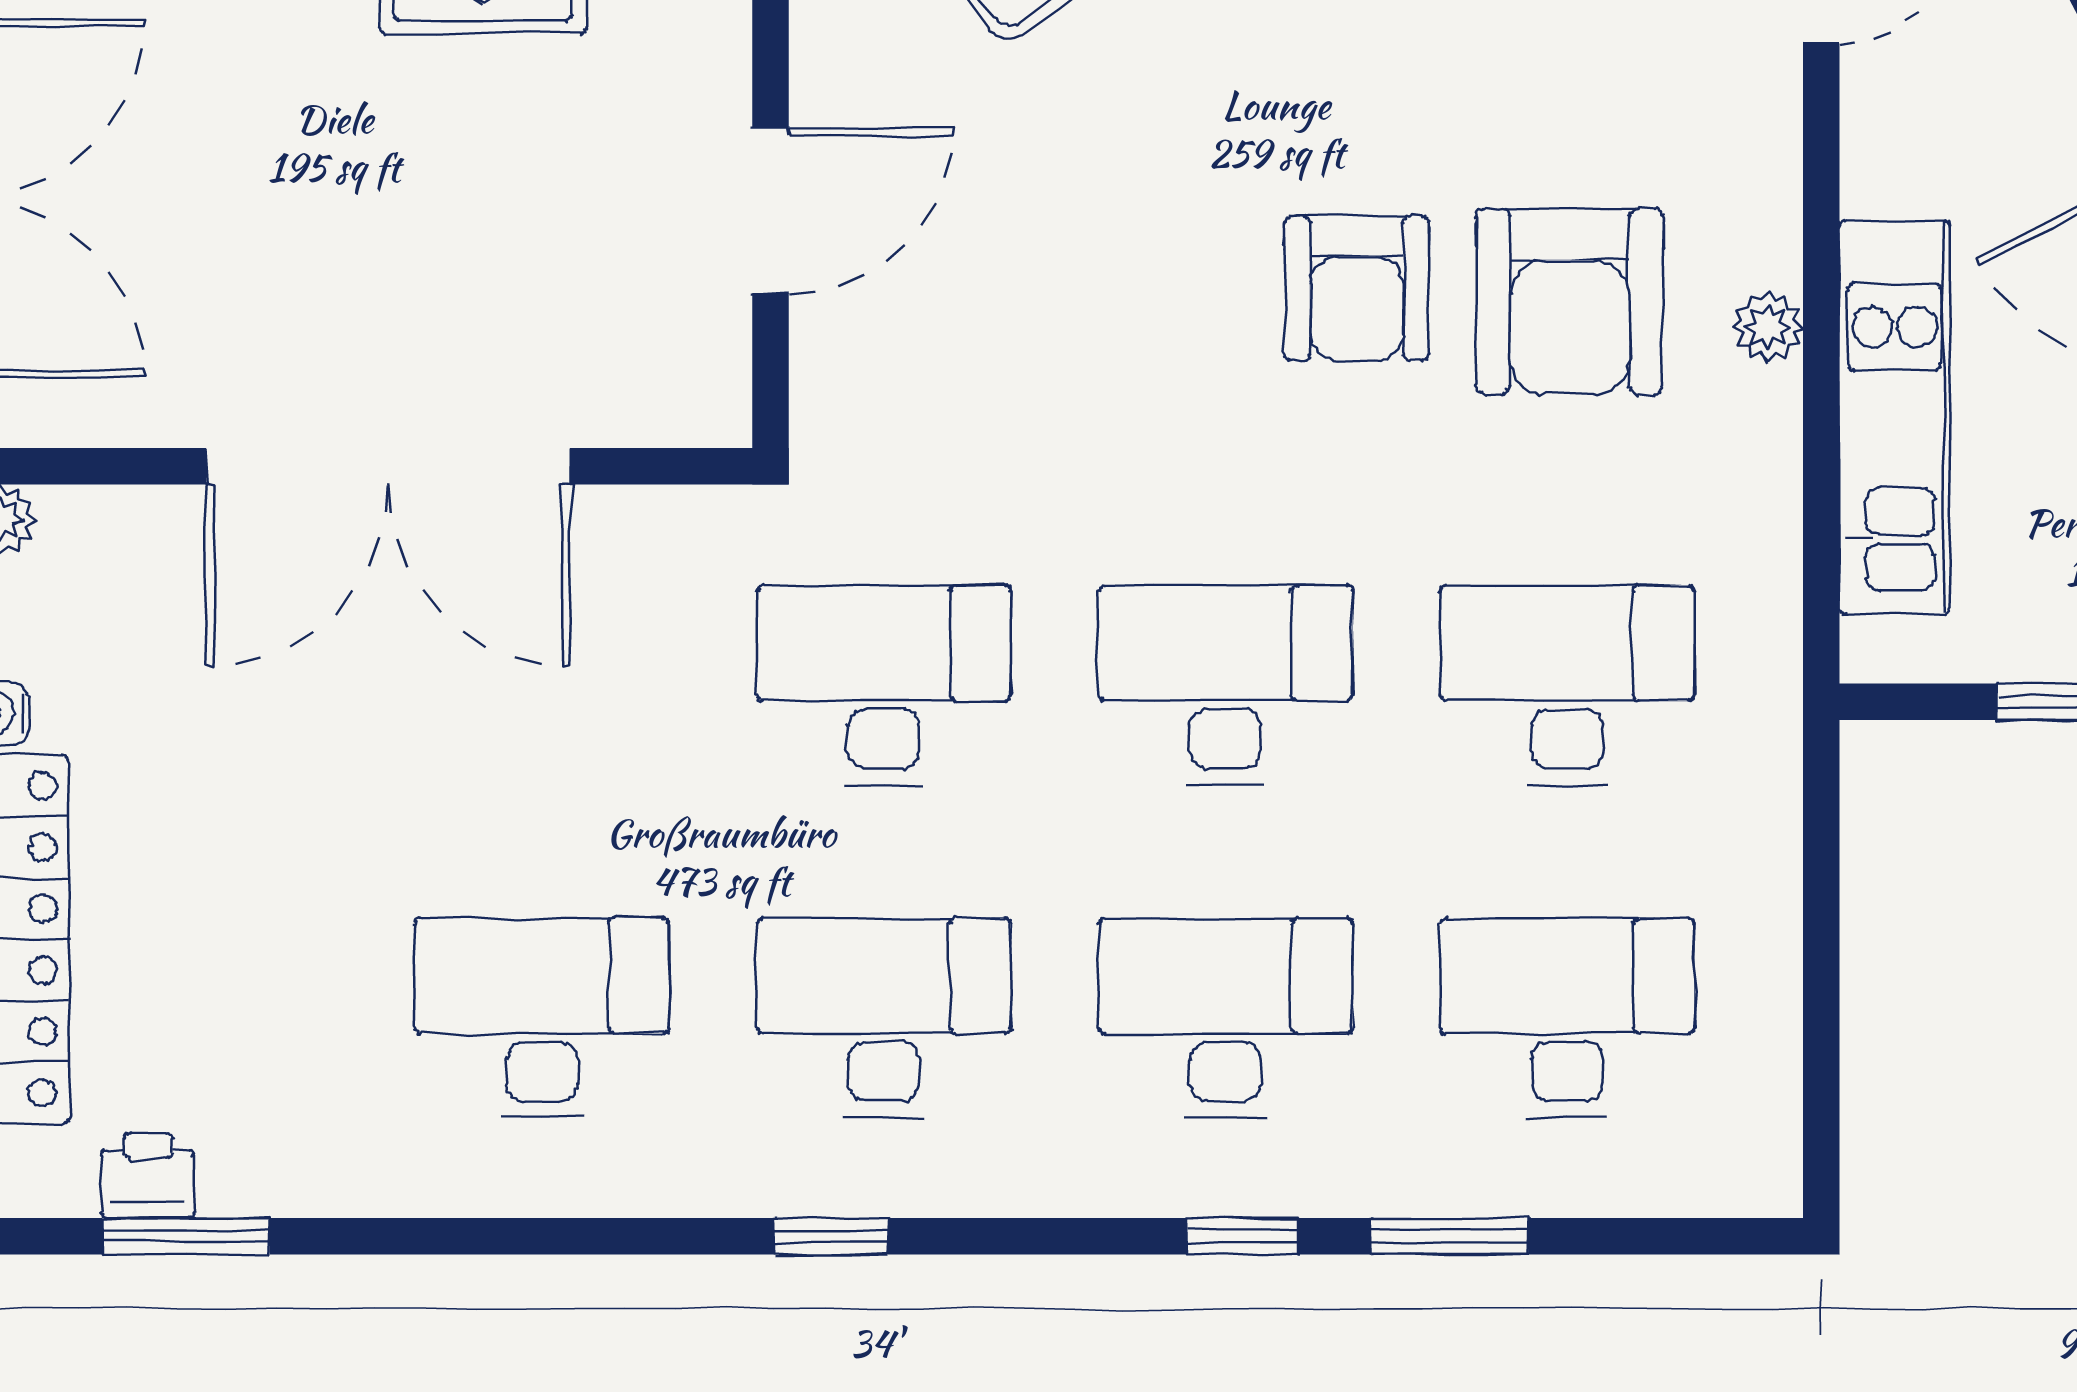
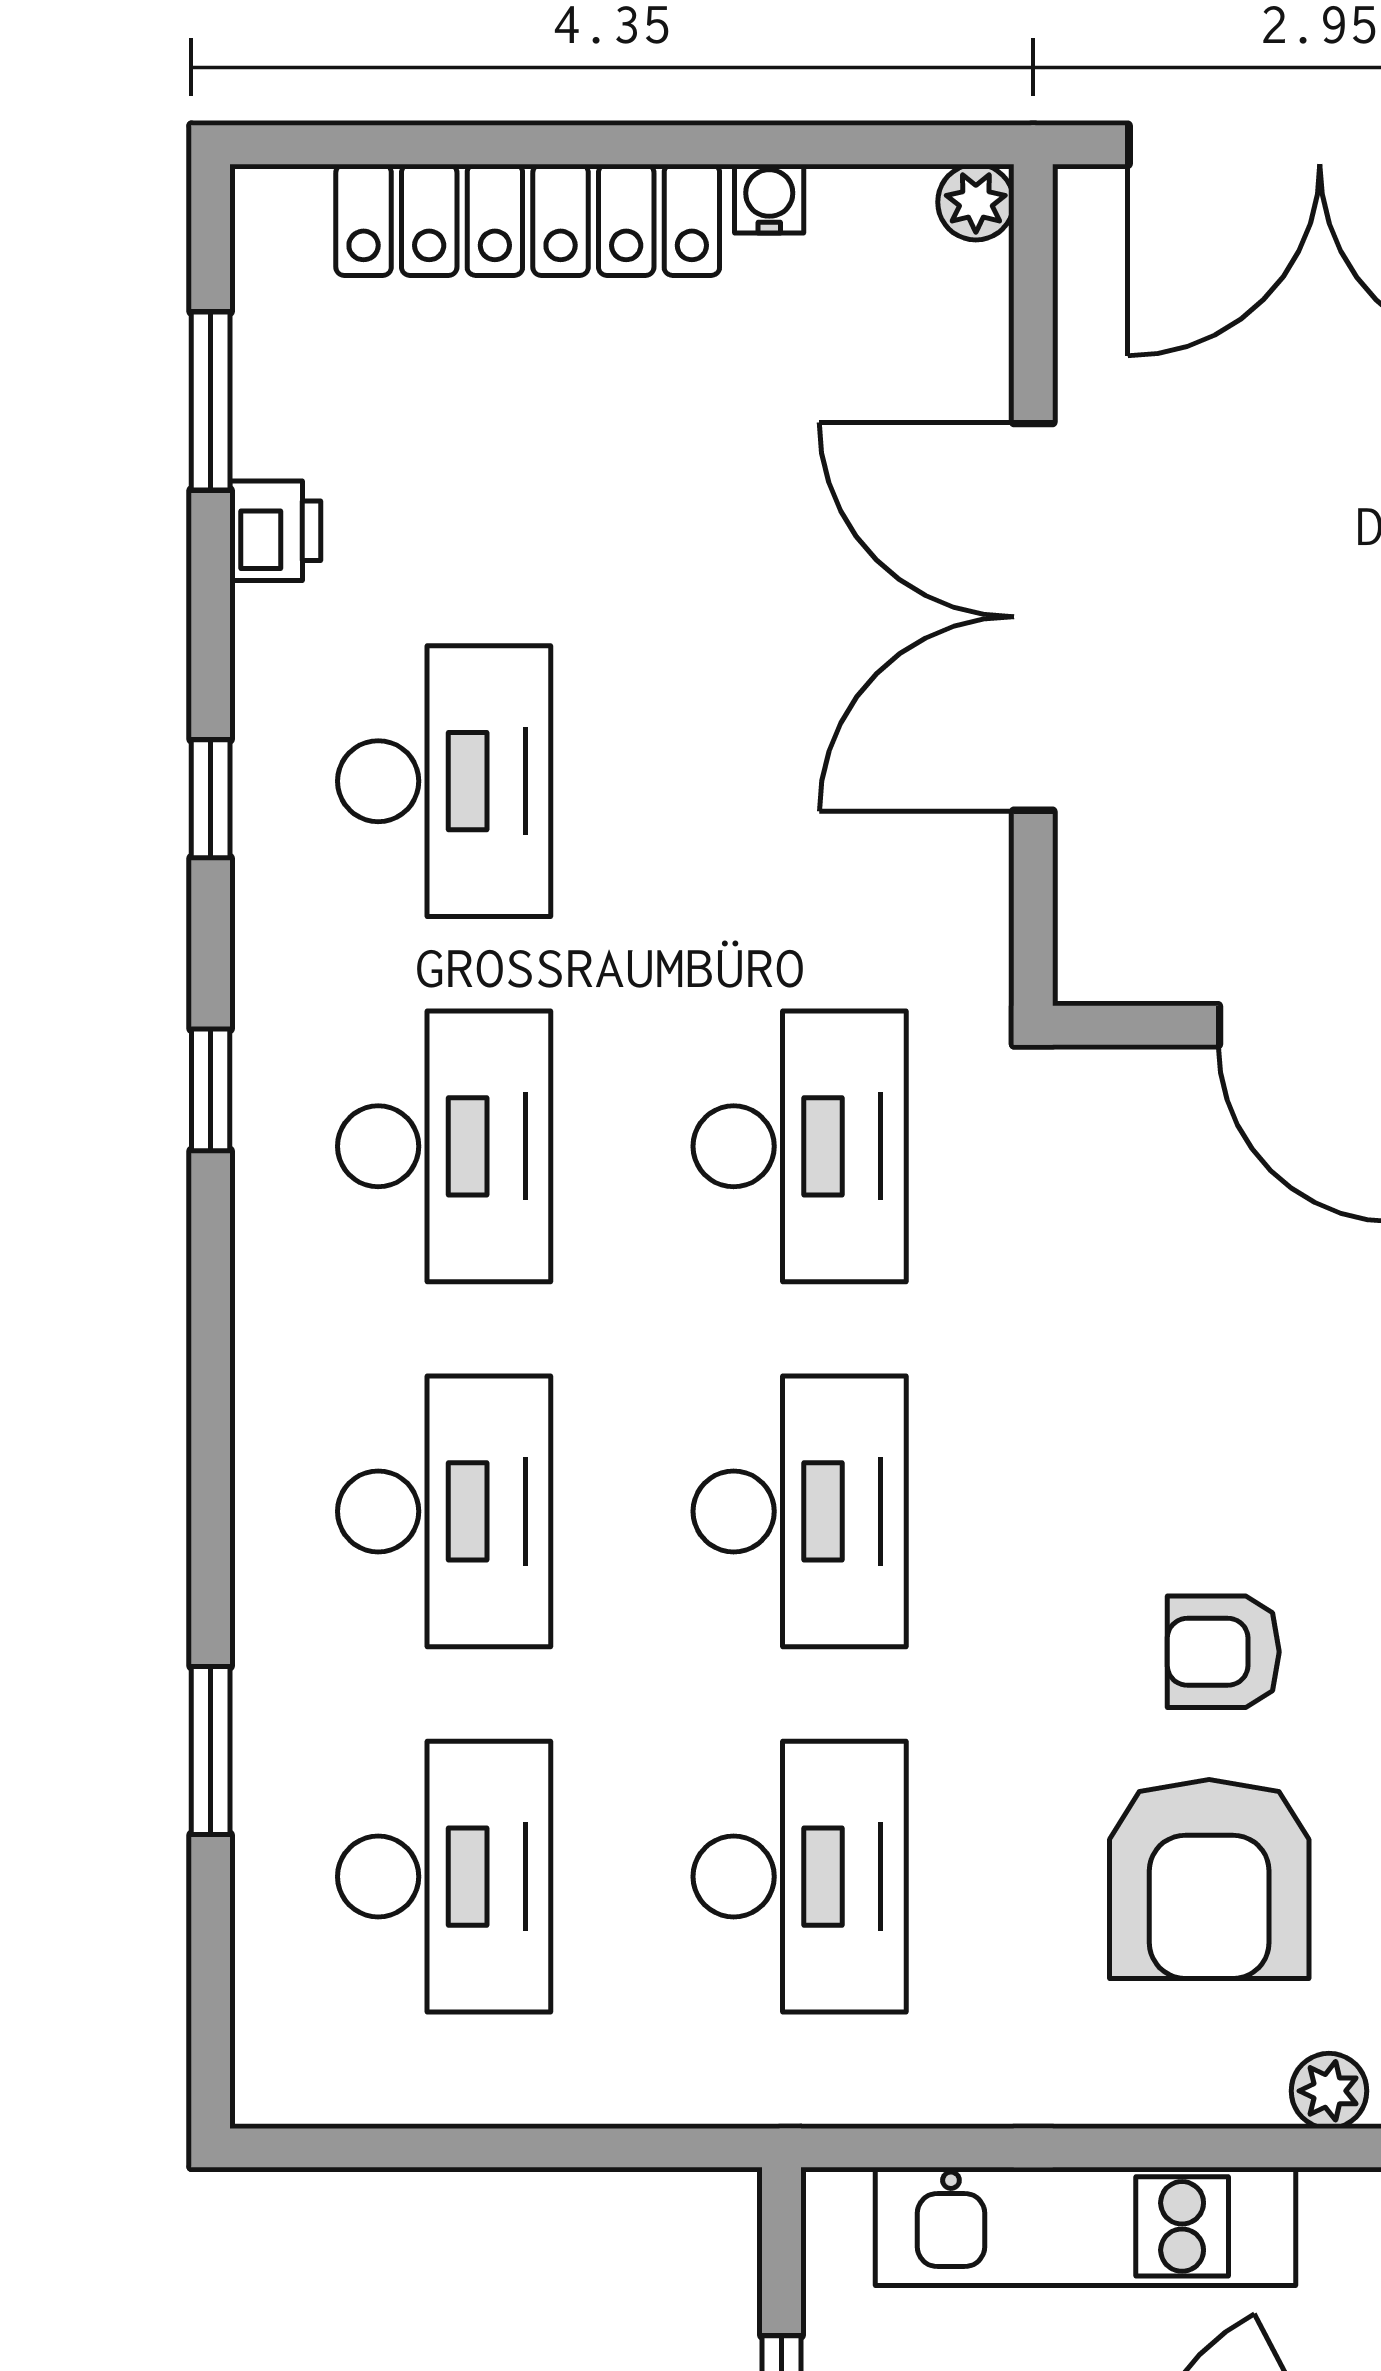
armchair: (1357, 288) -> (1223, 1652), width x0.72, depth x0.72
armchair: (1570, 301) -> (1209, 1879), turned -90
plant: (1768, 327) -> (1329, 2091), moved
printer: (148, 1176) -> (275, 531), moved
window: (1243, 1236) -> (211, 799), moved

